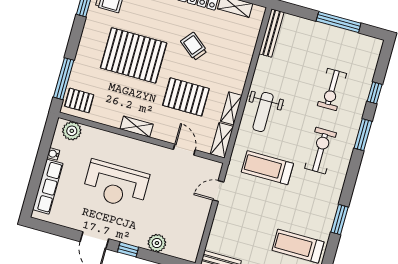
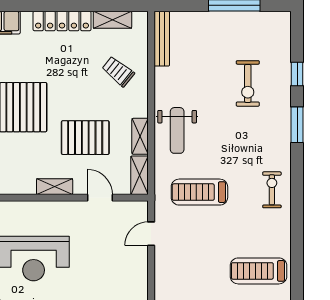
trolley: (194, 46) -> (118, 71), moved
shelving: (137, 127) -> (55, 187), moved
exercise bike: (321, 151) -> (272, 190), moved, width x0.73, depth x0.72
window: (339, 220) -> (297, 228), removed

